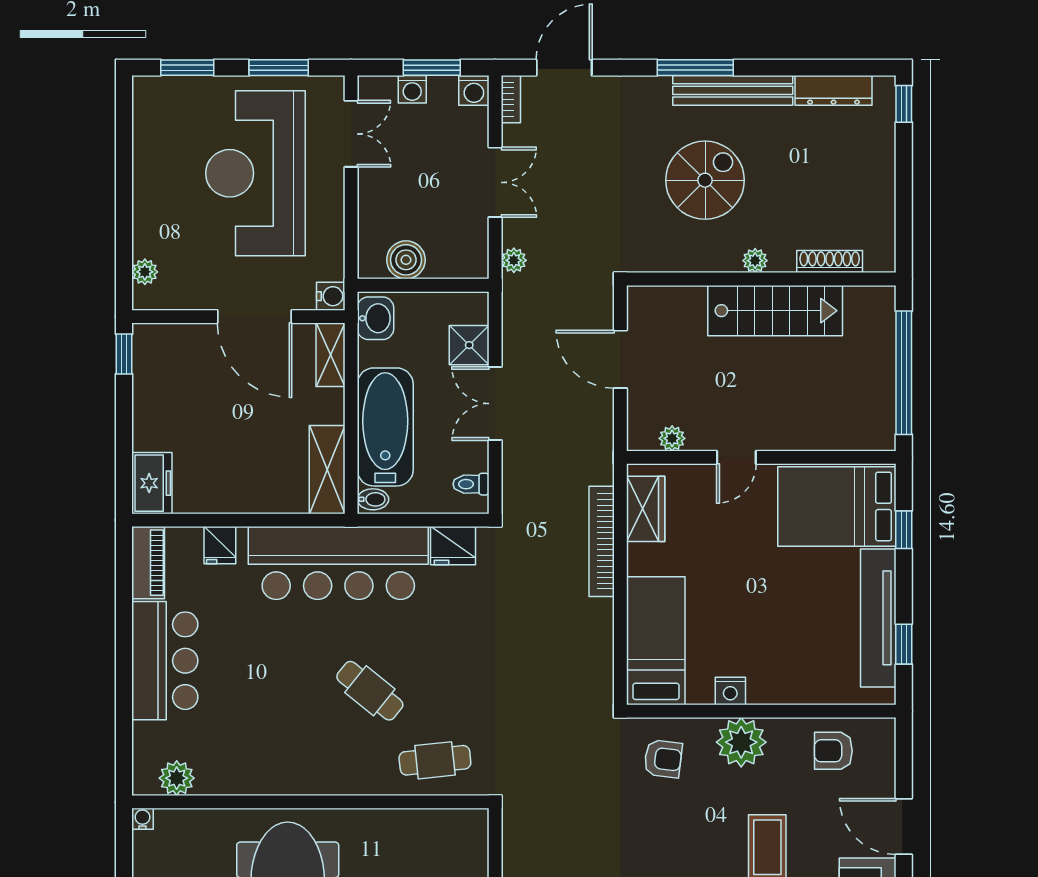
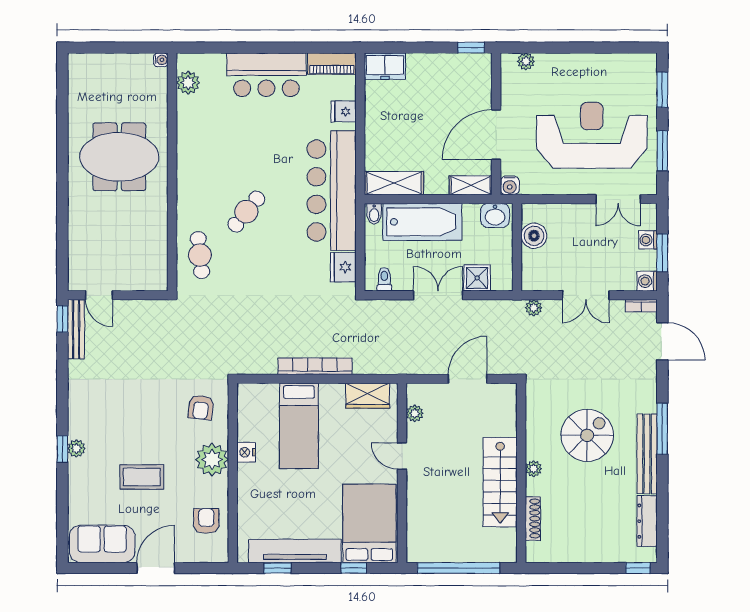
spiral stairs: (705, 180) -> (587, 435), turned -90
bookcase: (602, 541) -> (315, 366), moved
bed: (656, 641) -> (299, 426), moved, turned 90

